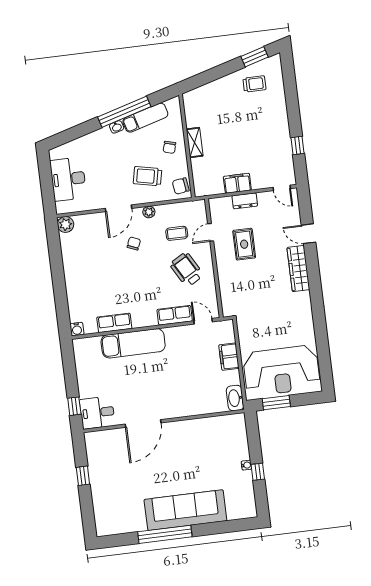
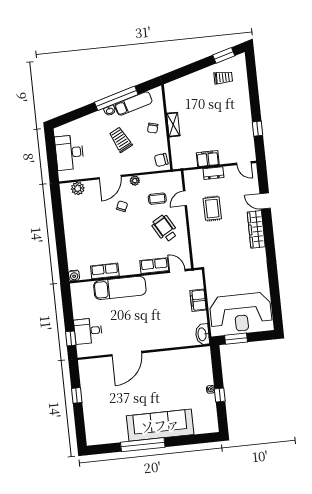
trolley: (148, 176) -> (121, 140), moved, turned 51
plant: (66, 224) -> (78, 188), moved
desk: (97, 413) -> (88, 331), moved

